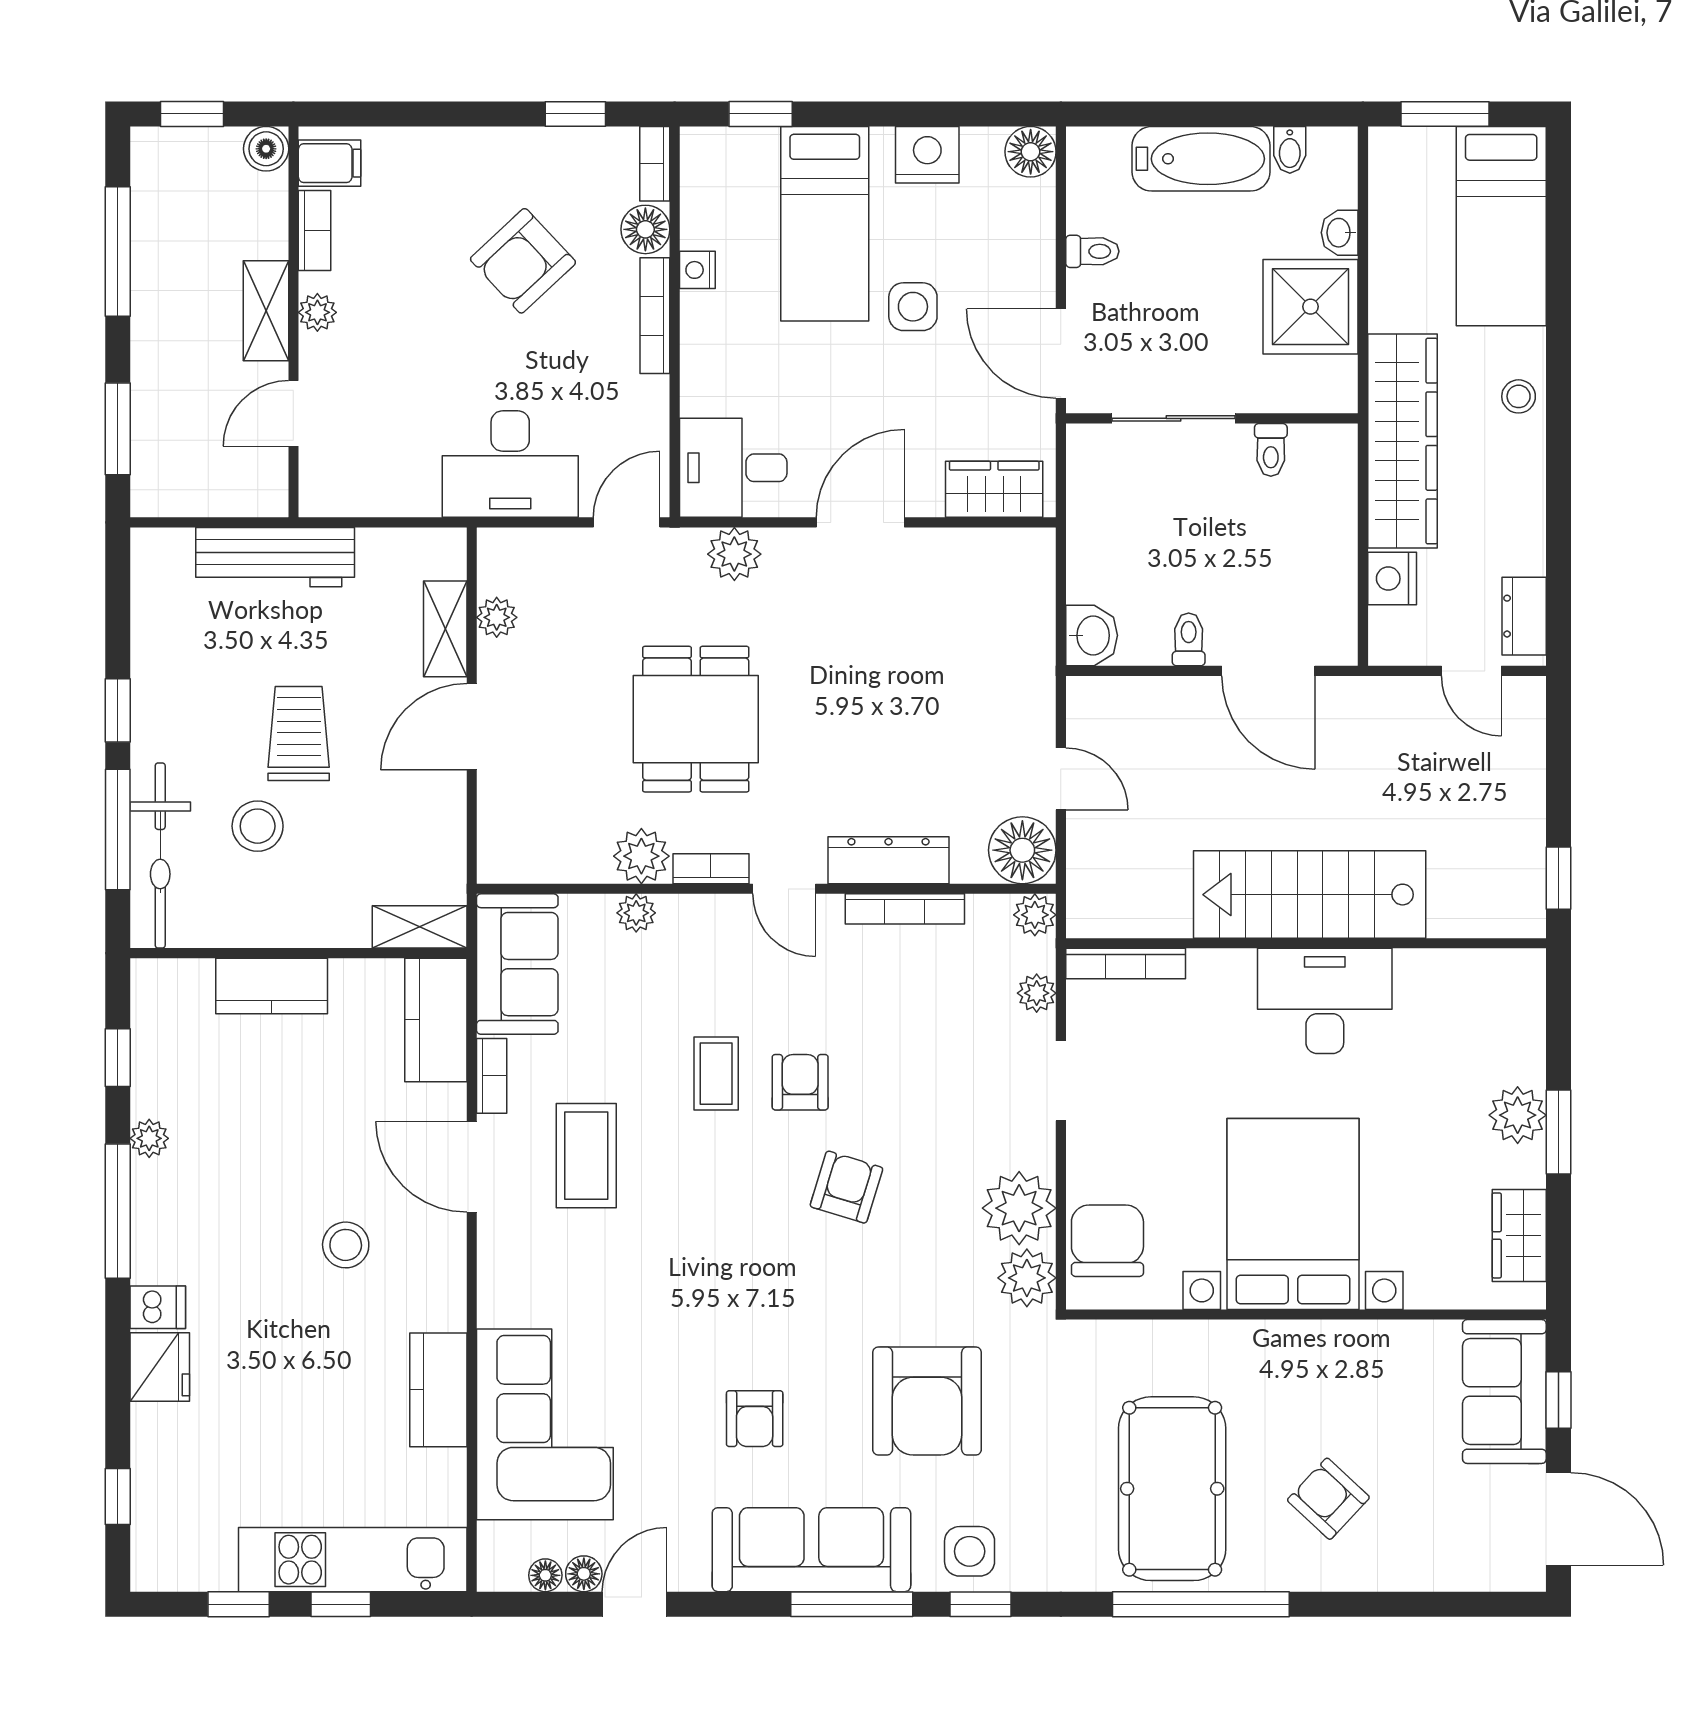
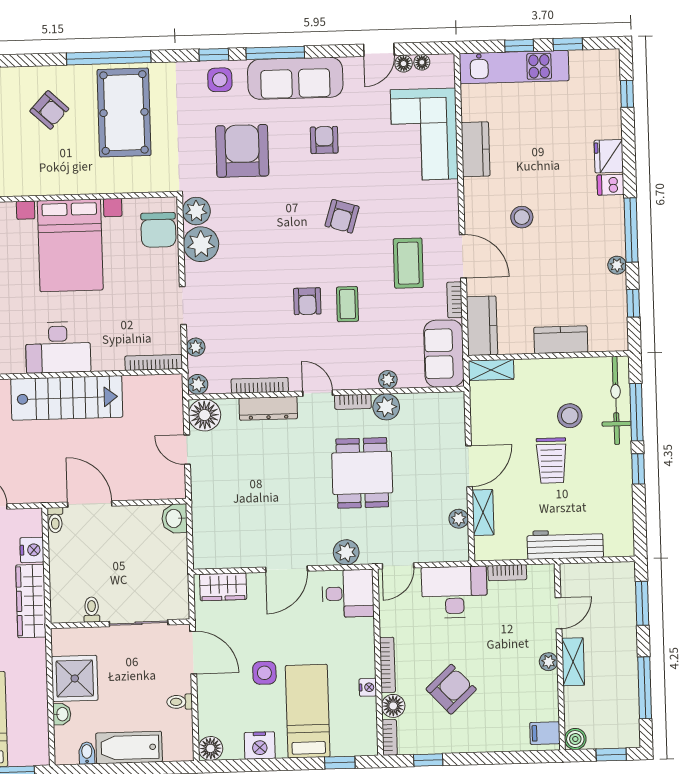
bookcase: (314, 230) -> (507, 573), moved, turned -90
wardrobe: (1402, 441) -> (31, 601), width x0.71, depth x0.85
toilet: (1189, 639) -> (55, 520), moved
armchair: (846, 1187) -> (342, 216), moved

